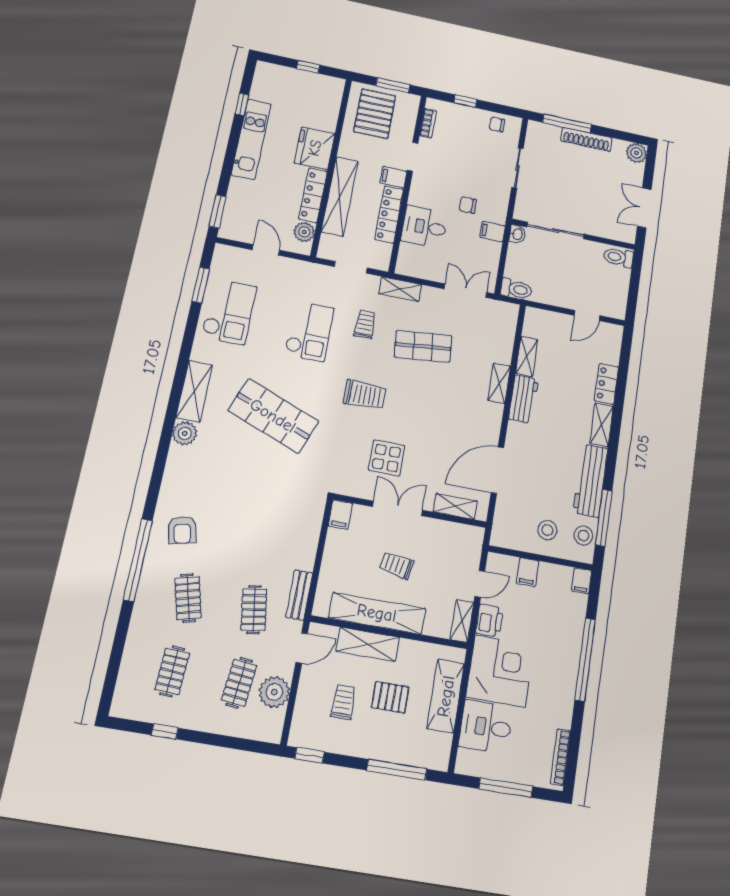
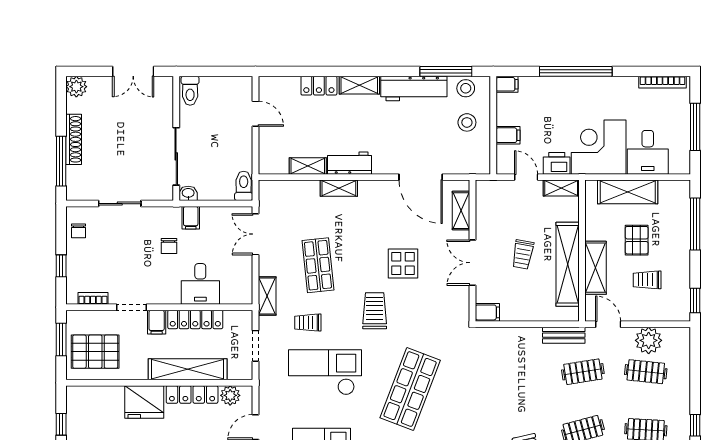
checkout: (309, 331) -> (325, 372), width x1.36, depth x1.21
display table: (387, 458) -> (403, 264), moved

